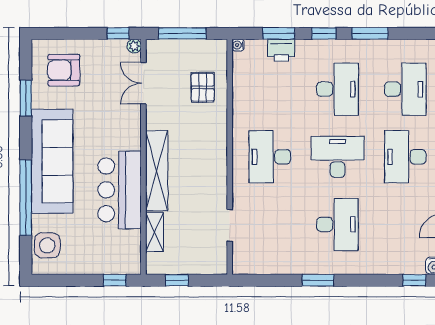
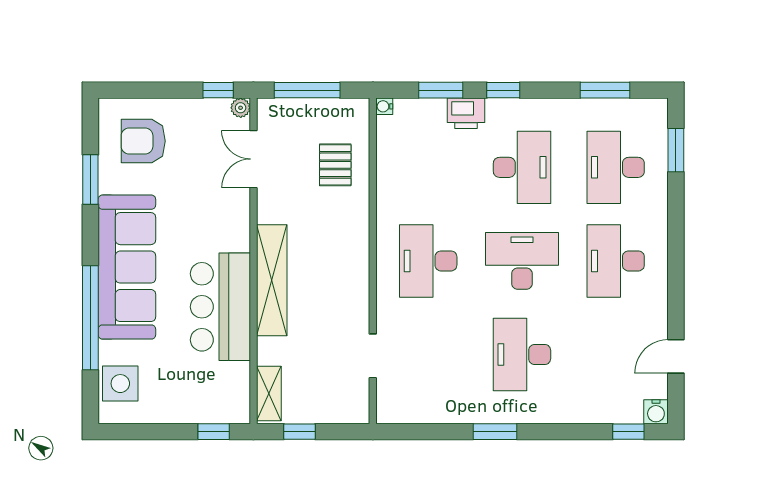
window: (370, 33) -> (605, 90), moved
printer: (281, 50) -> (466, 113), moved
desk: (405, 89) -> (616, 167), turned 180
desk: (338, 224) -> (522, 355), turned 180
shelving: (155, 232) -> (269, 393), moved

